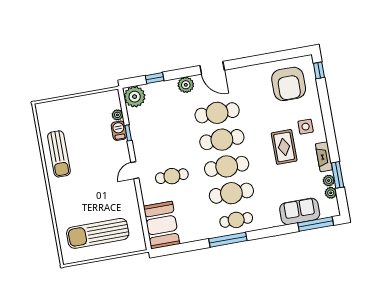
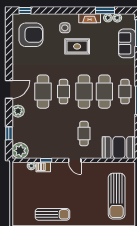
cafe table: (222, 140) -> (63, 92), width x0.73, depth x0.74

